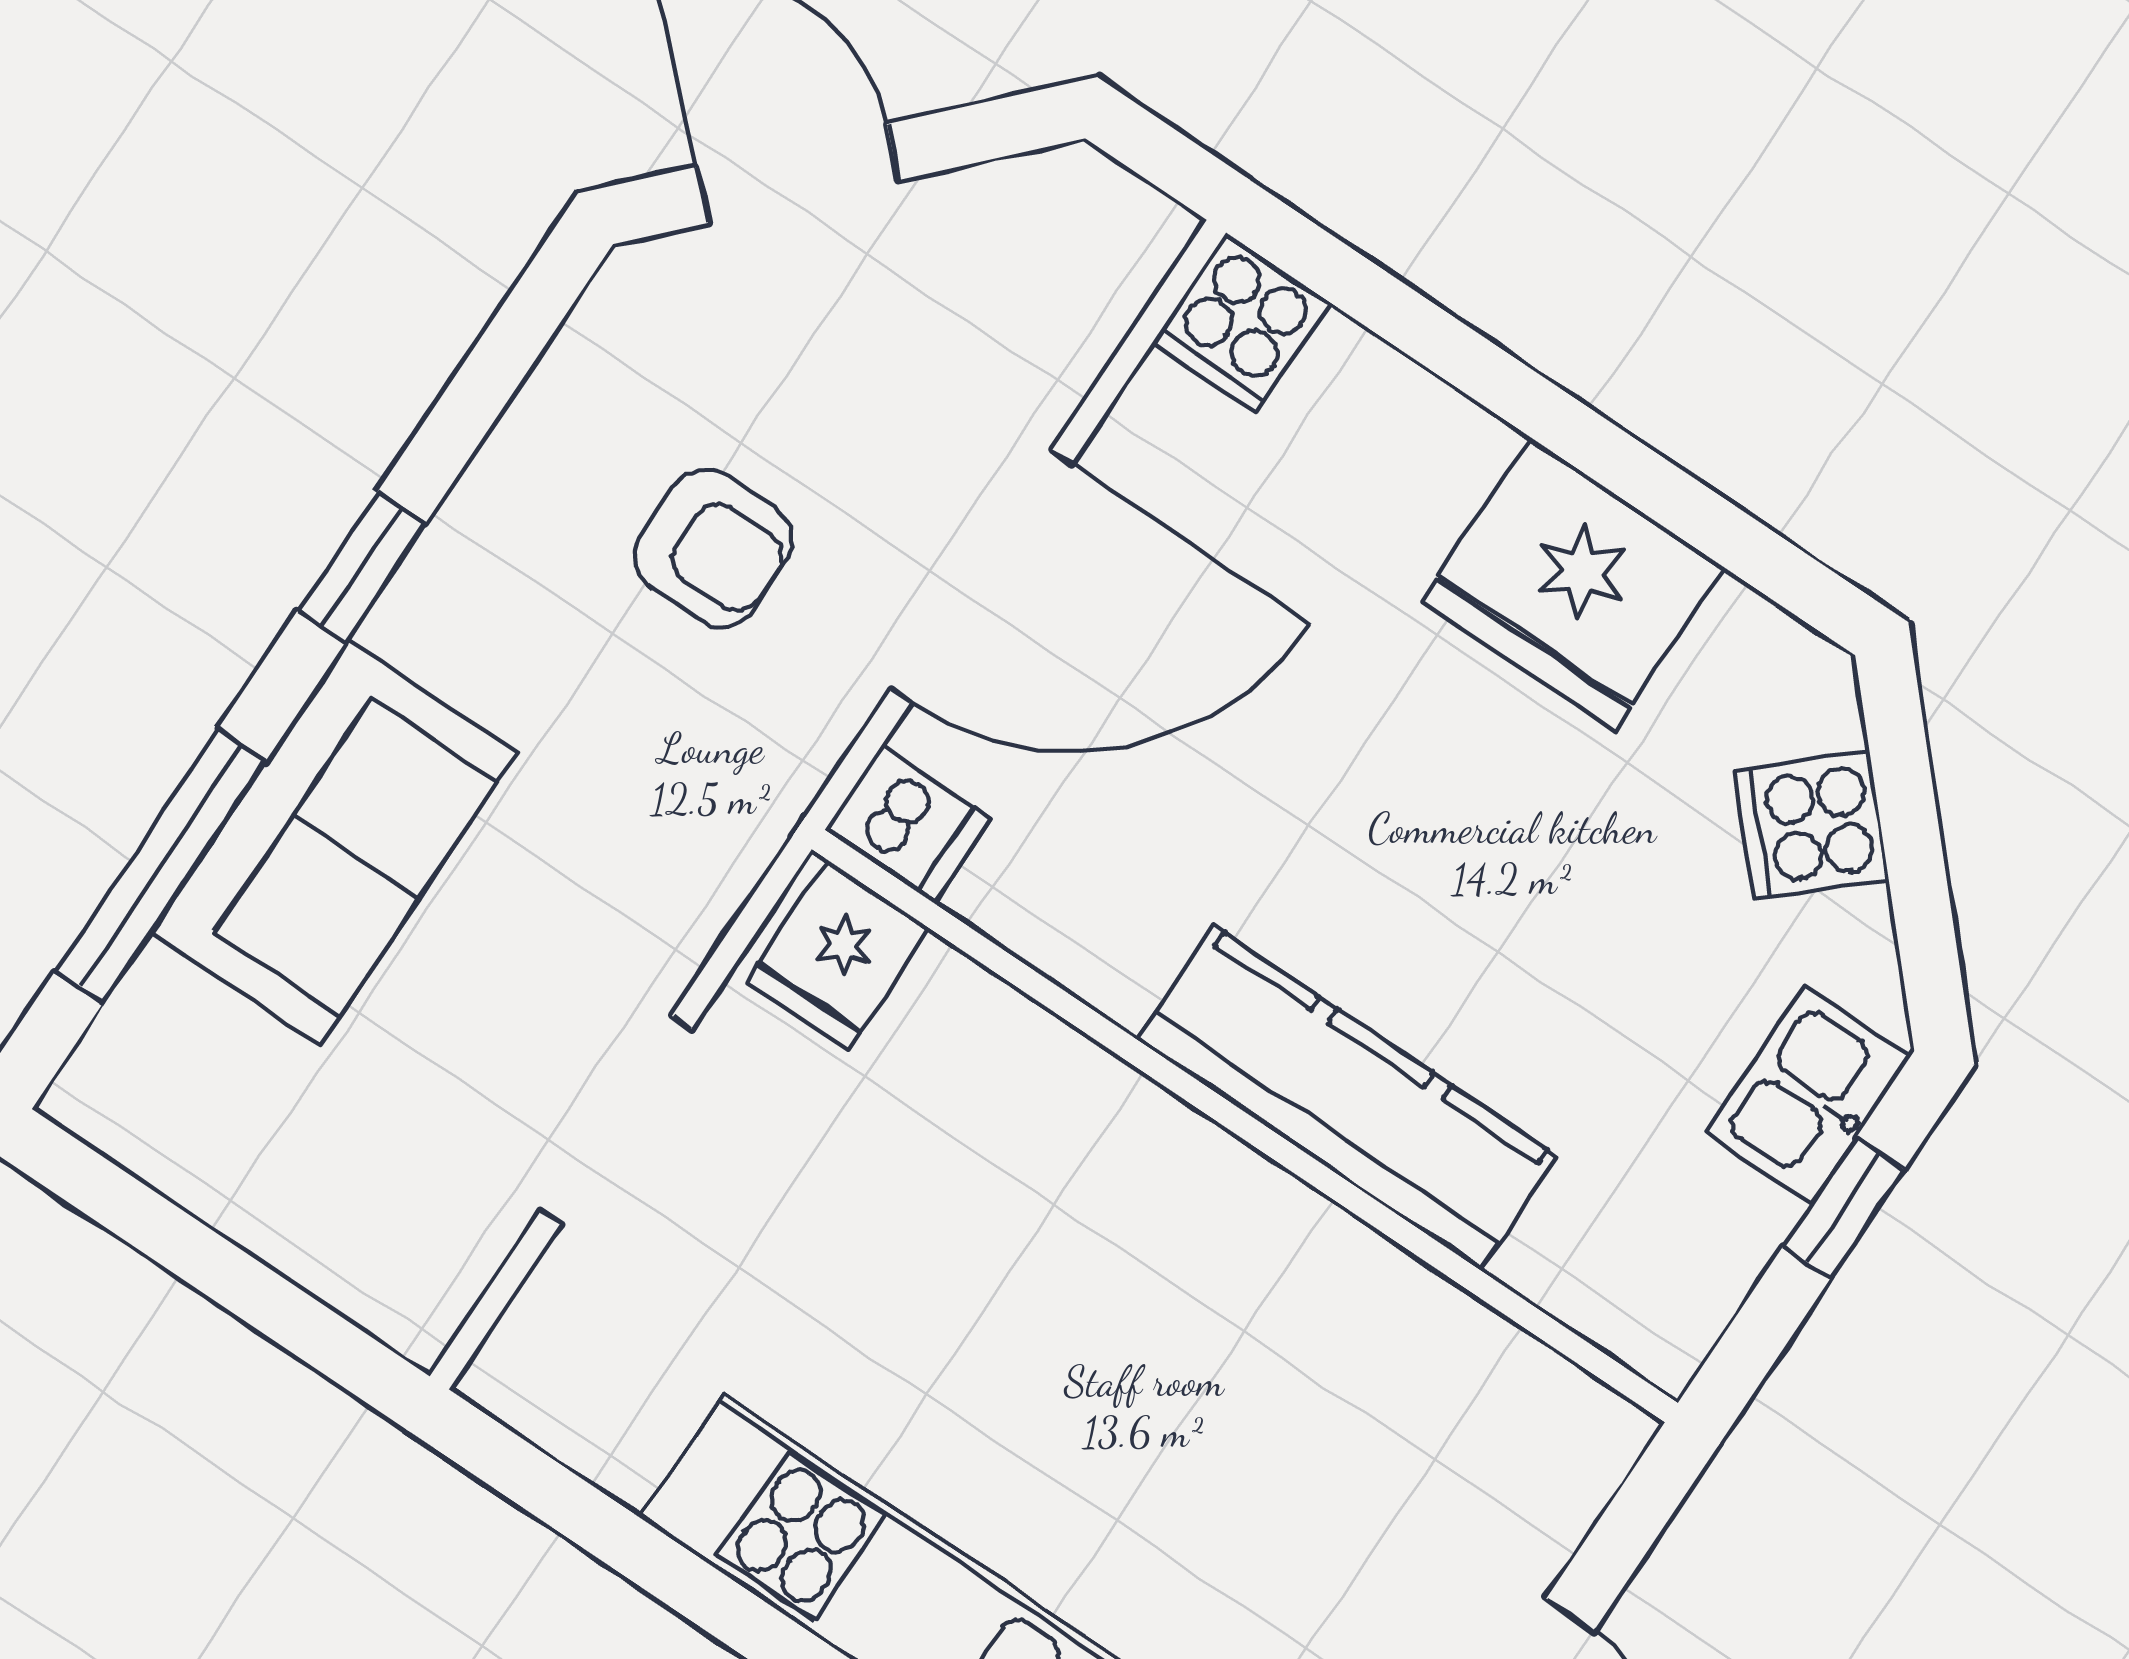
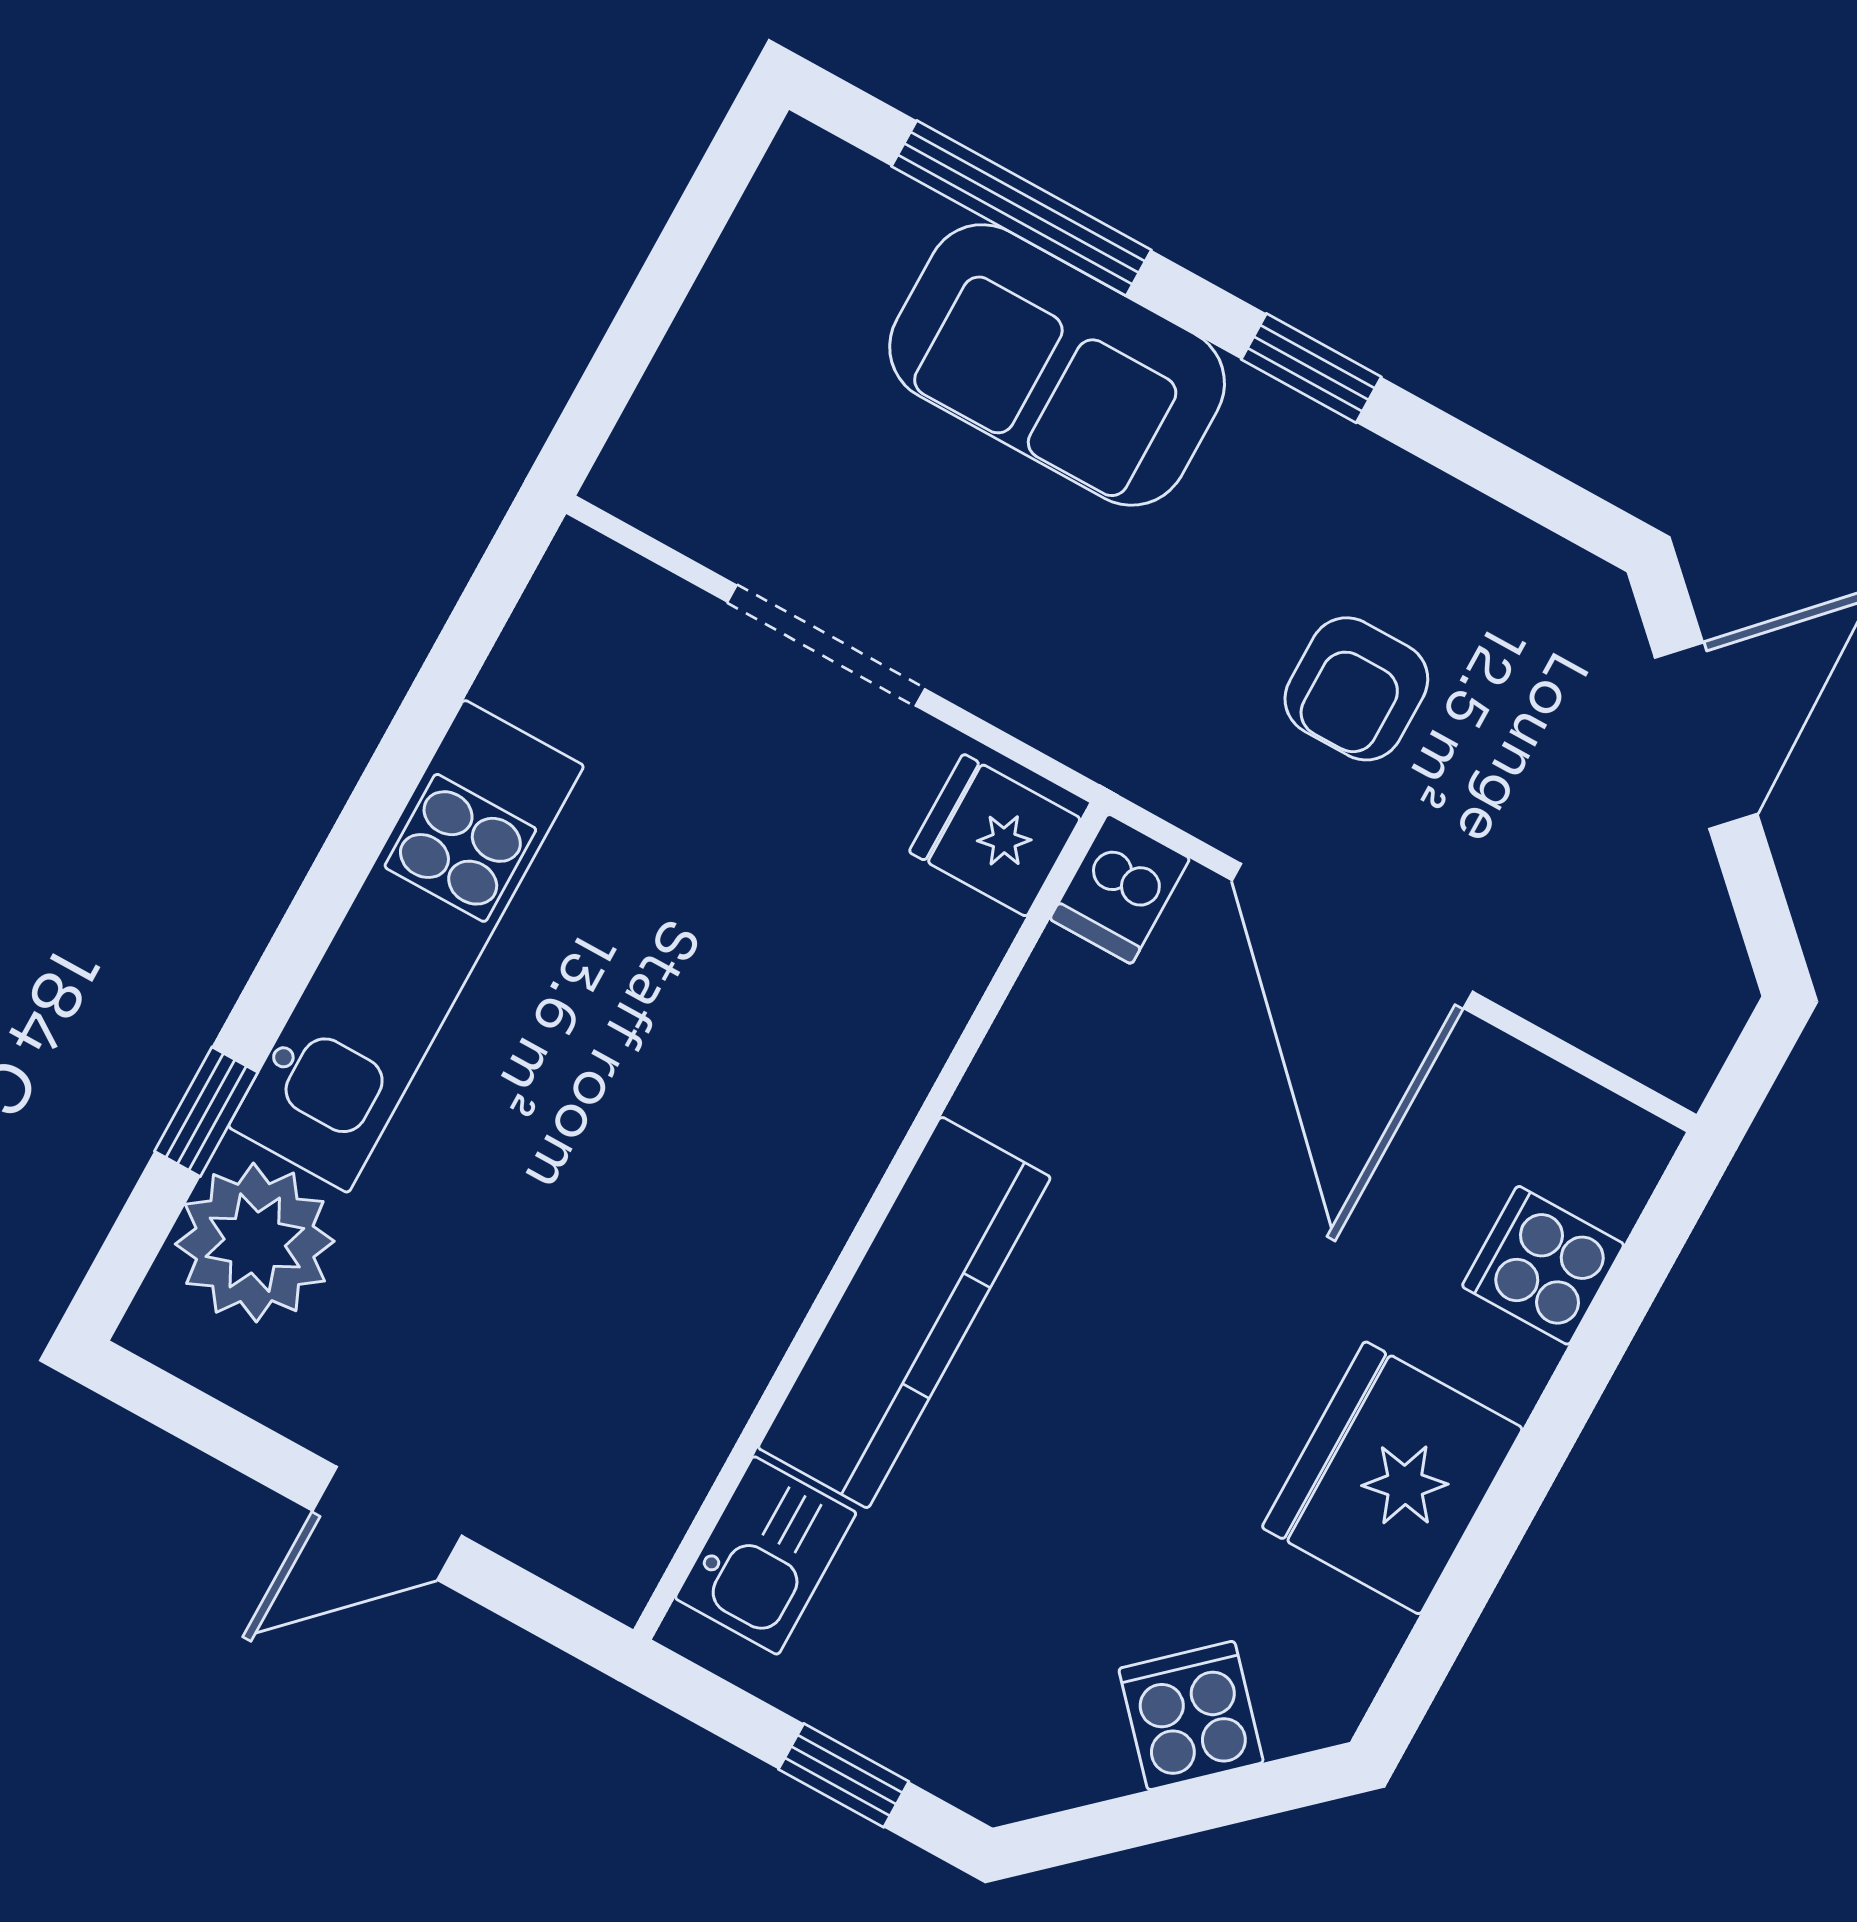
cooker: (1241, 323) -> (1543, 1265), moved
kitchen sink: (1807, 1095) -> (766, 1555), moved, turned 90

